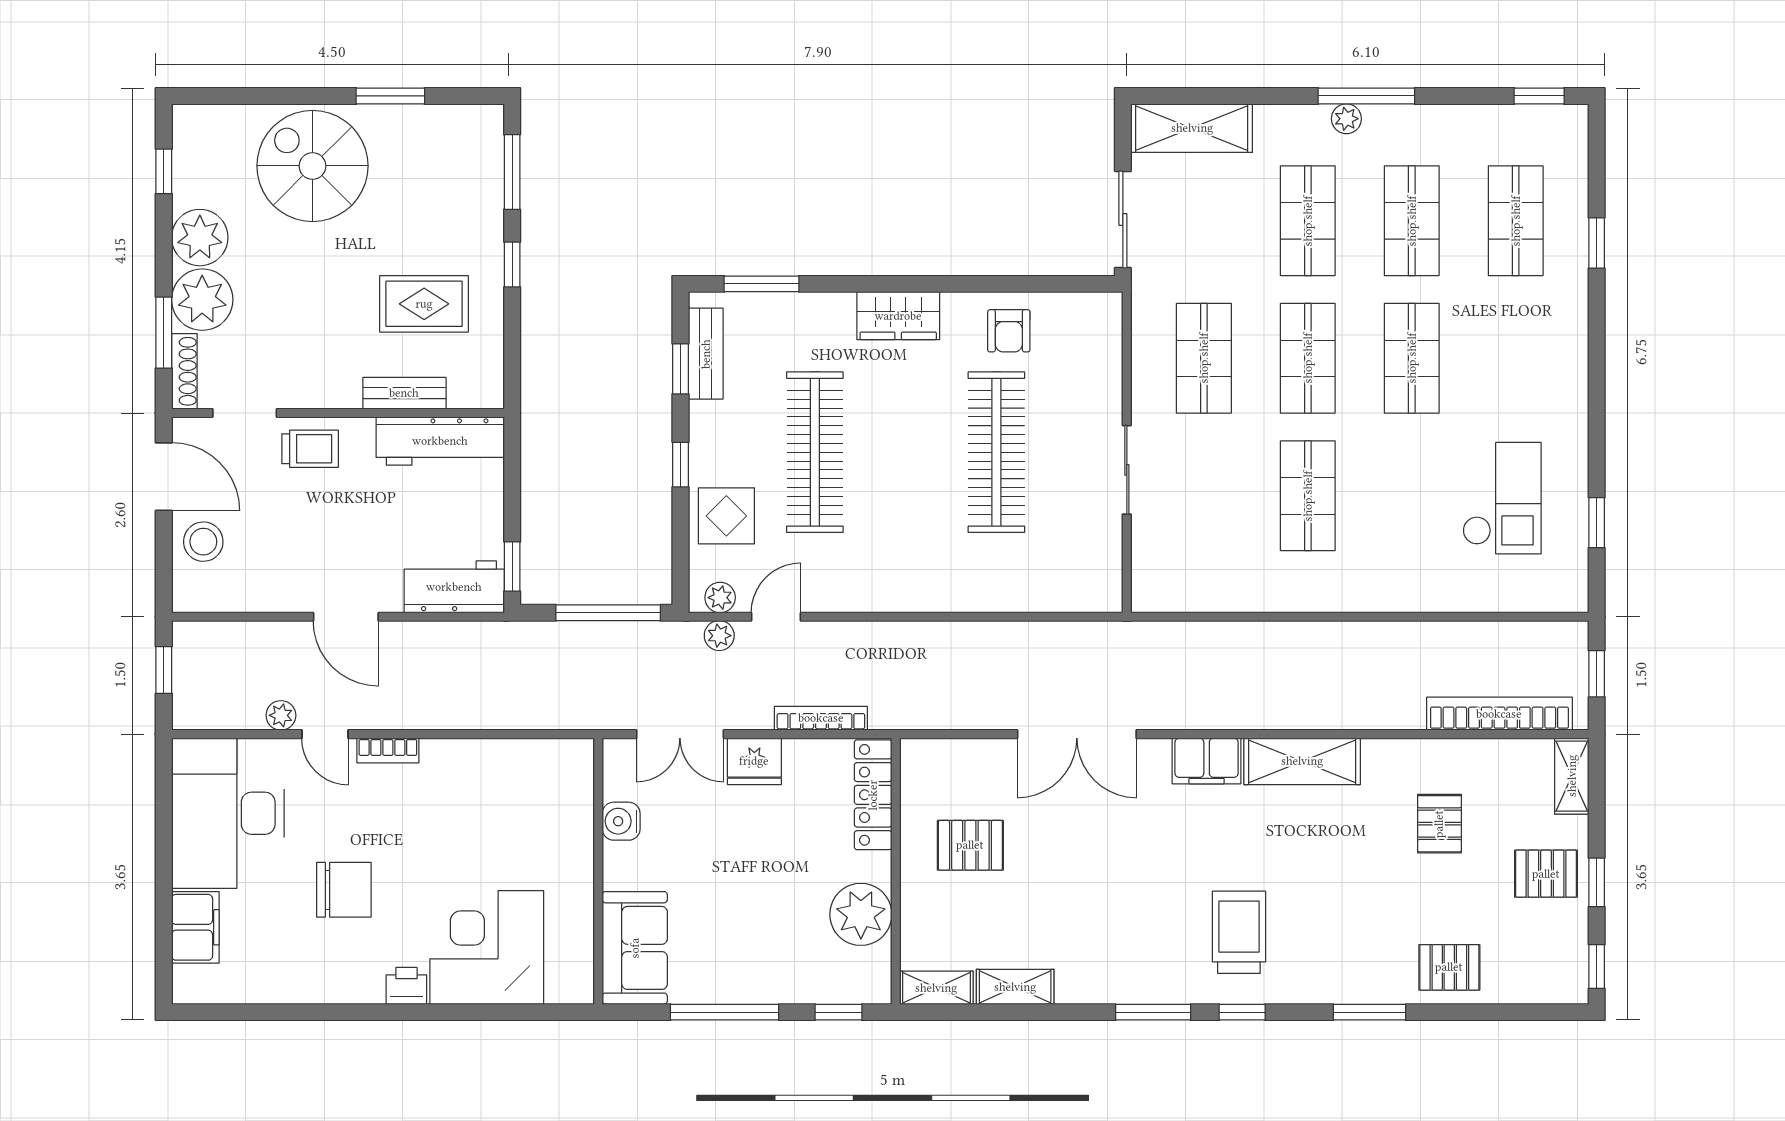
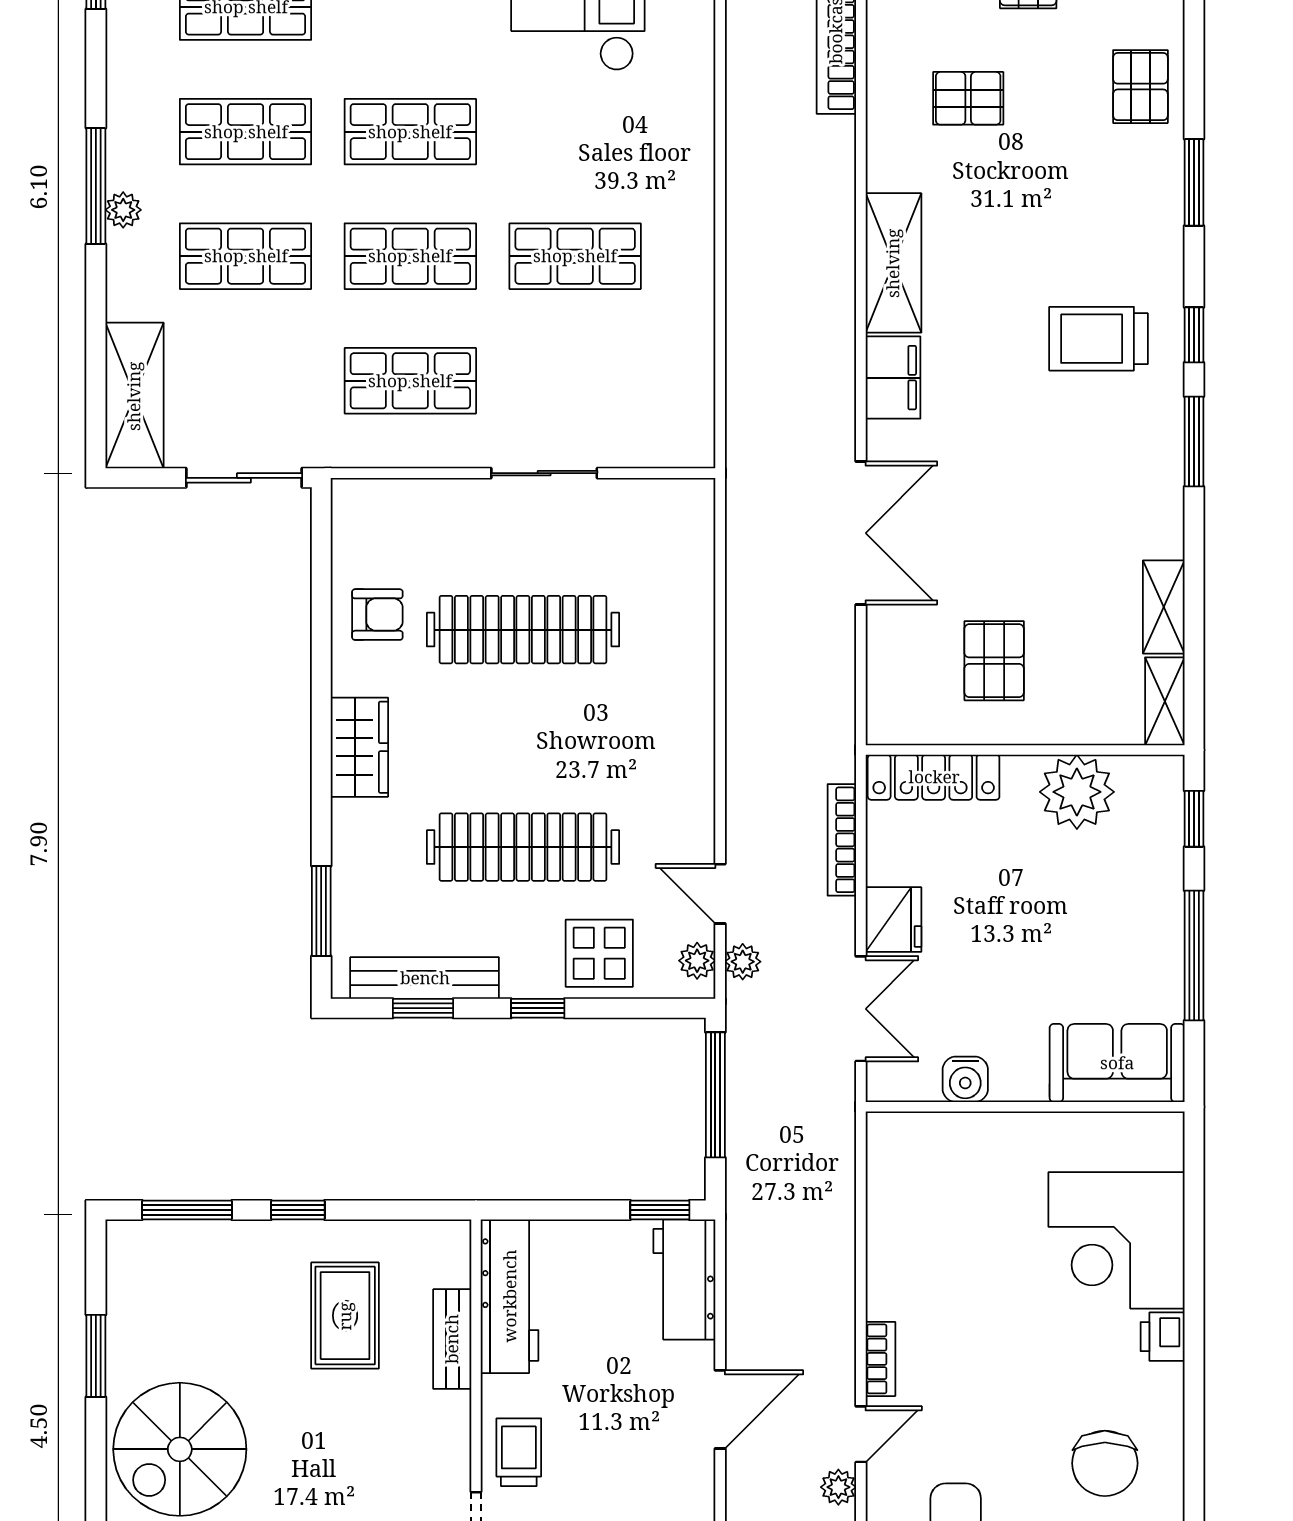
bench: (706, 354) -> (425, 978), width x1.36
chair: (344, 890) -> (1105, 1463), moved, turned 180

